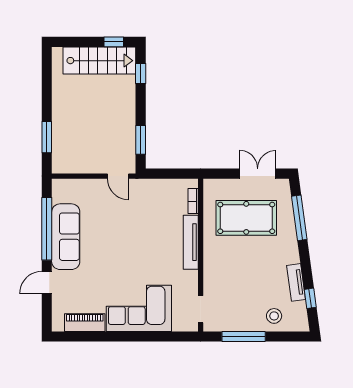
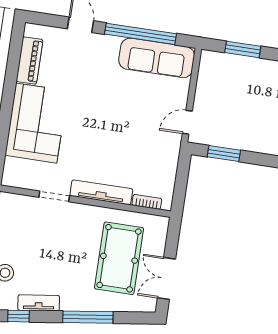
double door: (258, 174) -> (167, 278), swing flipped
window: (299, 218) -> (88, 317), moved
sofa: (66, 237) -> (157, 58), moved
doorway: (201, 309) -> (54, 196), moved

